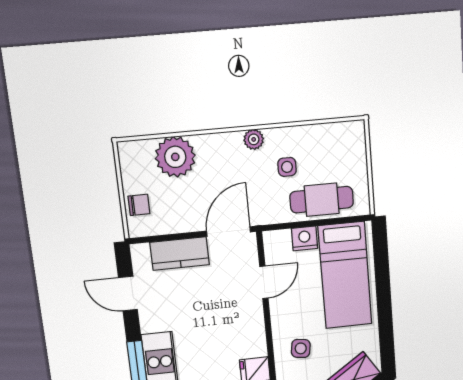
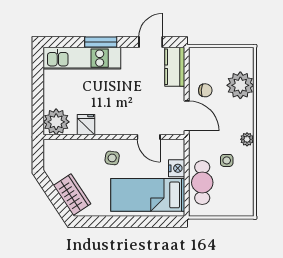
chair: (139, 205) -> (205, 90), moved, turned -87
kitchen counter: (180, 254) -> (175, 67), moved
side table: (301, 348) -> (112, 158), moved

